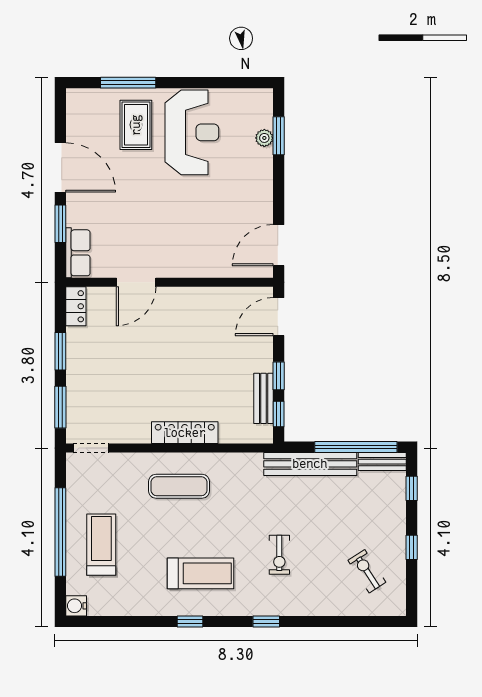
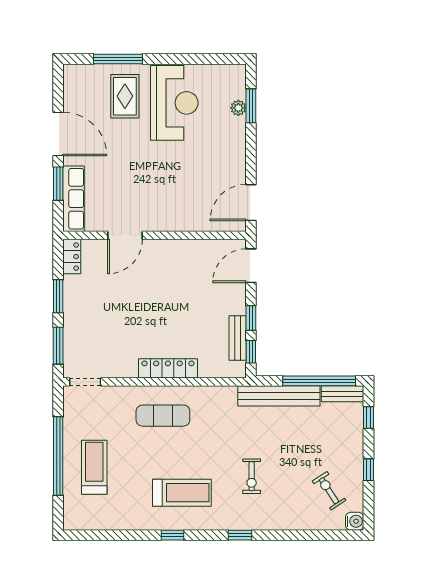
row of seats: (78, 253) -> (74, 199), width x1.48
water cooler: (76, 606) -> (355, 521), moved, turned 180

